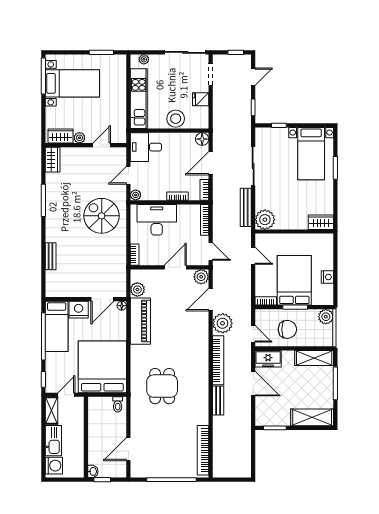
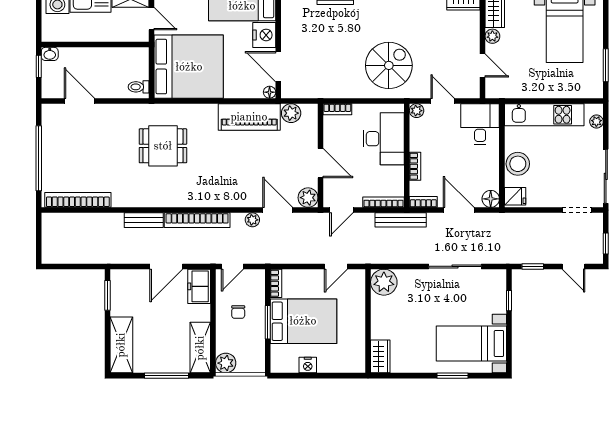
fridge: (201, 99) -> (515, 196), moved, turned 90
bench: (246, 207) -> (401, 220), moved
plant: (326, 317) -> (226, 363), moved
plant: (223, 323) -> (252, 220), width x0.53, depth x0.53
chair: (287, 329) -> (238, 312), width x0.54, depth x0.54

